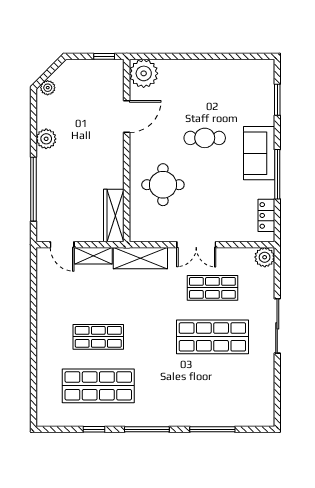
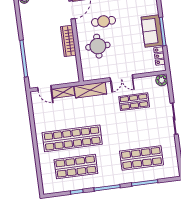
cafe table: (205, 138) -> (104, 21), moved
plant: (46, 139) -> (27, 29), removed
sofa: (259, 153) -> (152, 31), moved
wardrobe: (114, 216) -> (68, 41), moved
shop shelf: (98, 337) -> (72, 138), width x2.00, depth x1.36
shop shelf: (212, 337) -> (141, 158), moved

